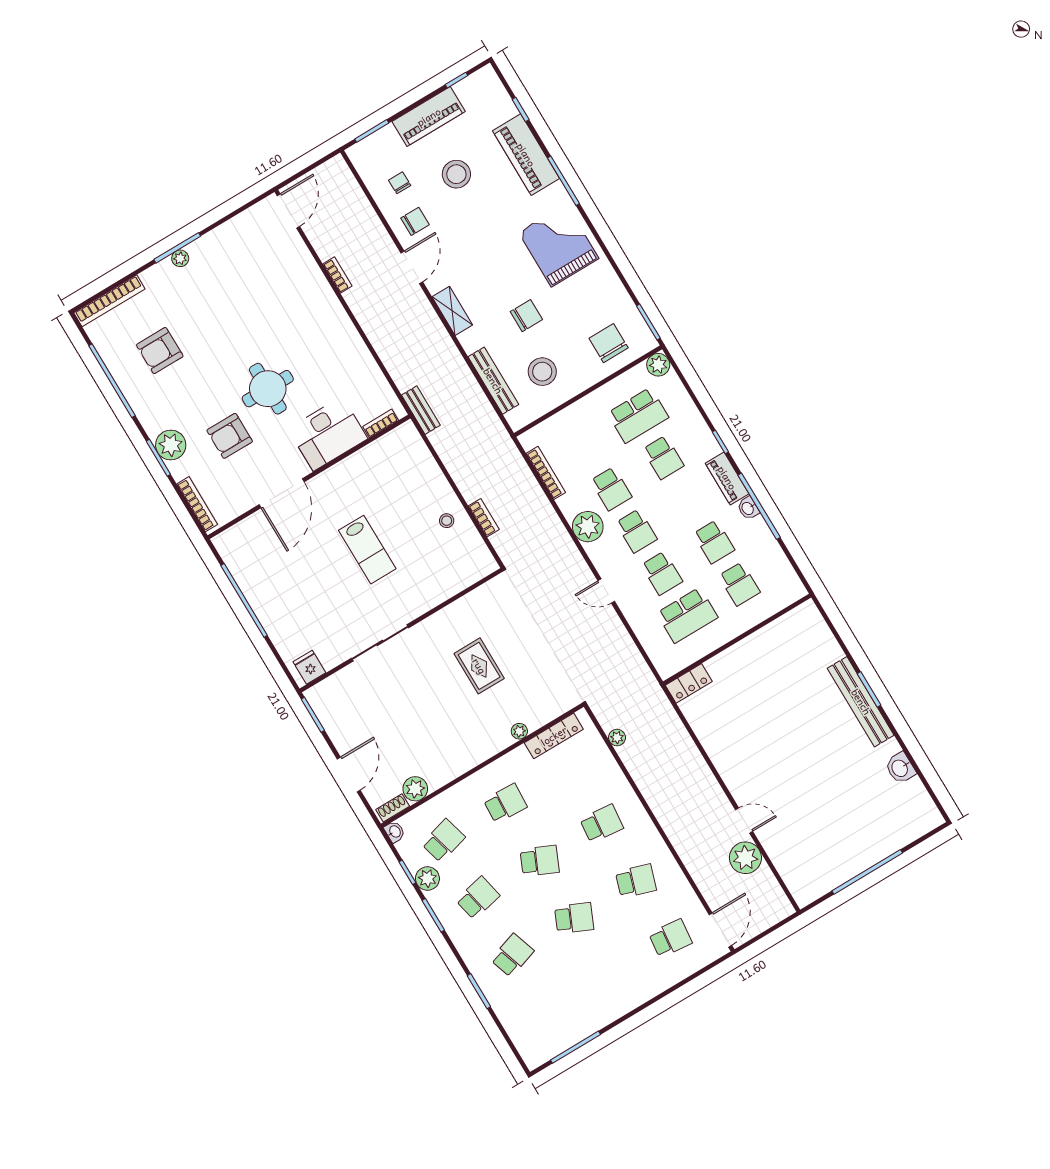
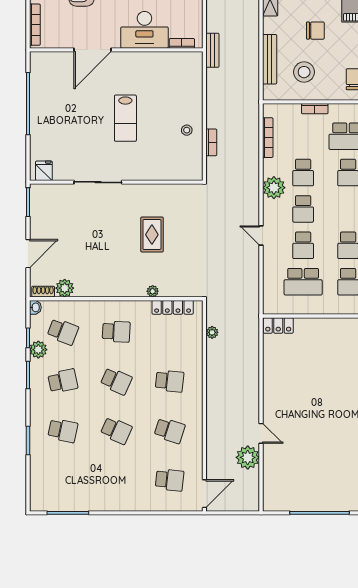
bookcase: (580, 407) -> (315, 109), added
school desk: (443, 841) -> (63, 332), turned 36
school desk: (512, 955) -> (63, 430), turned 30

